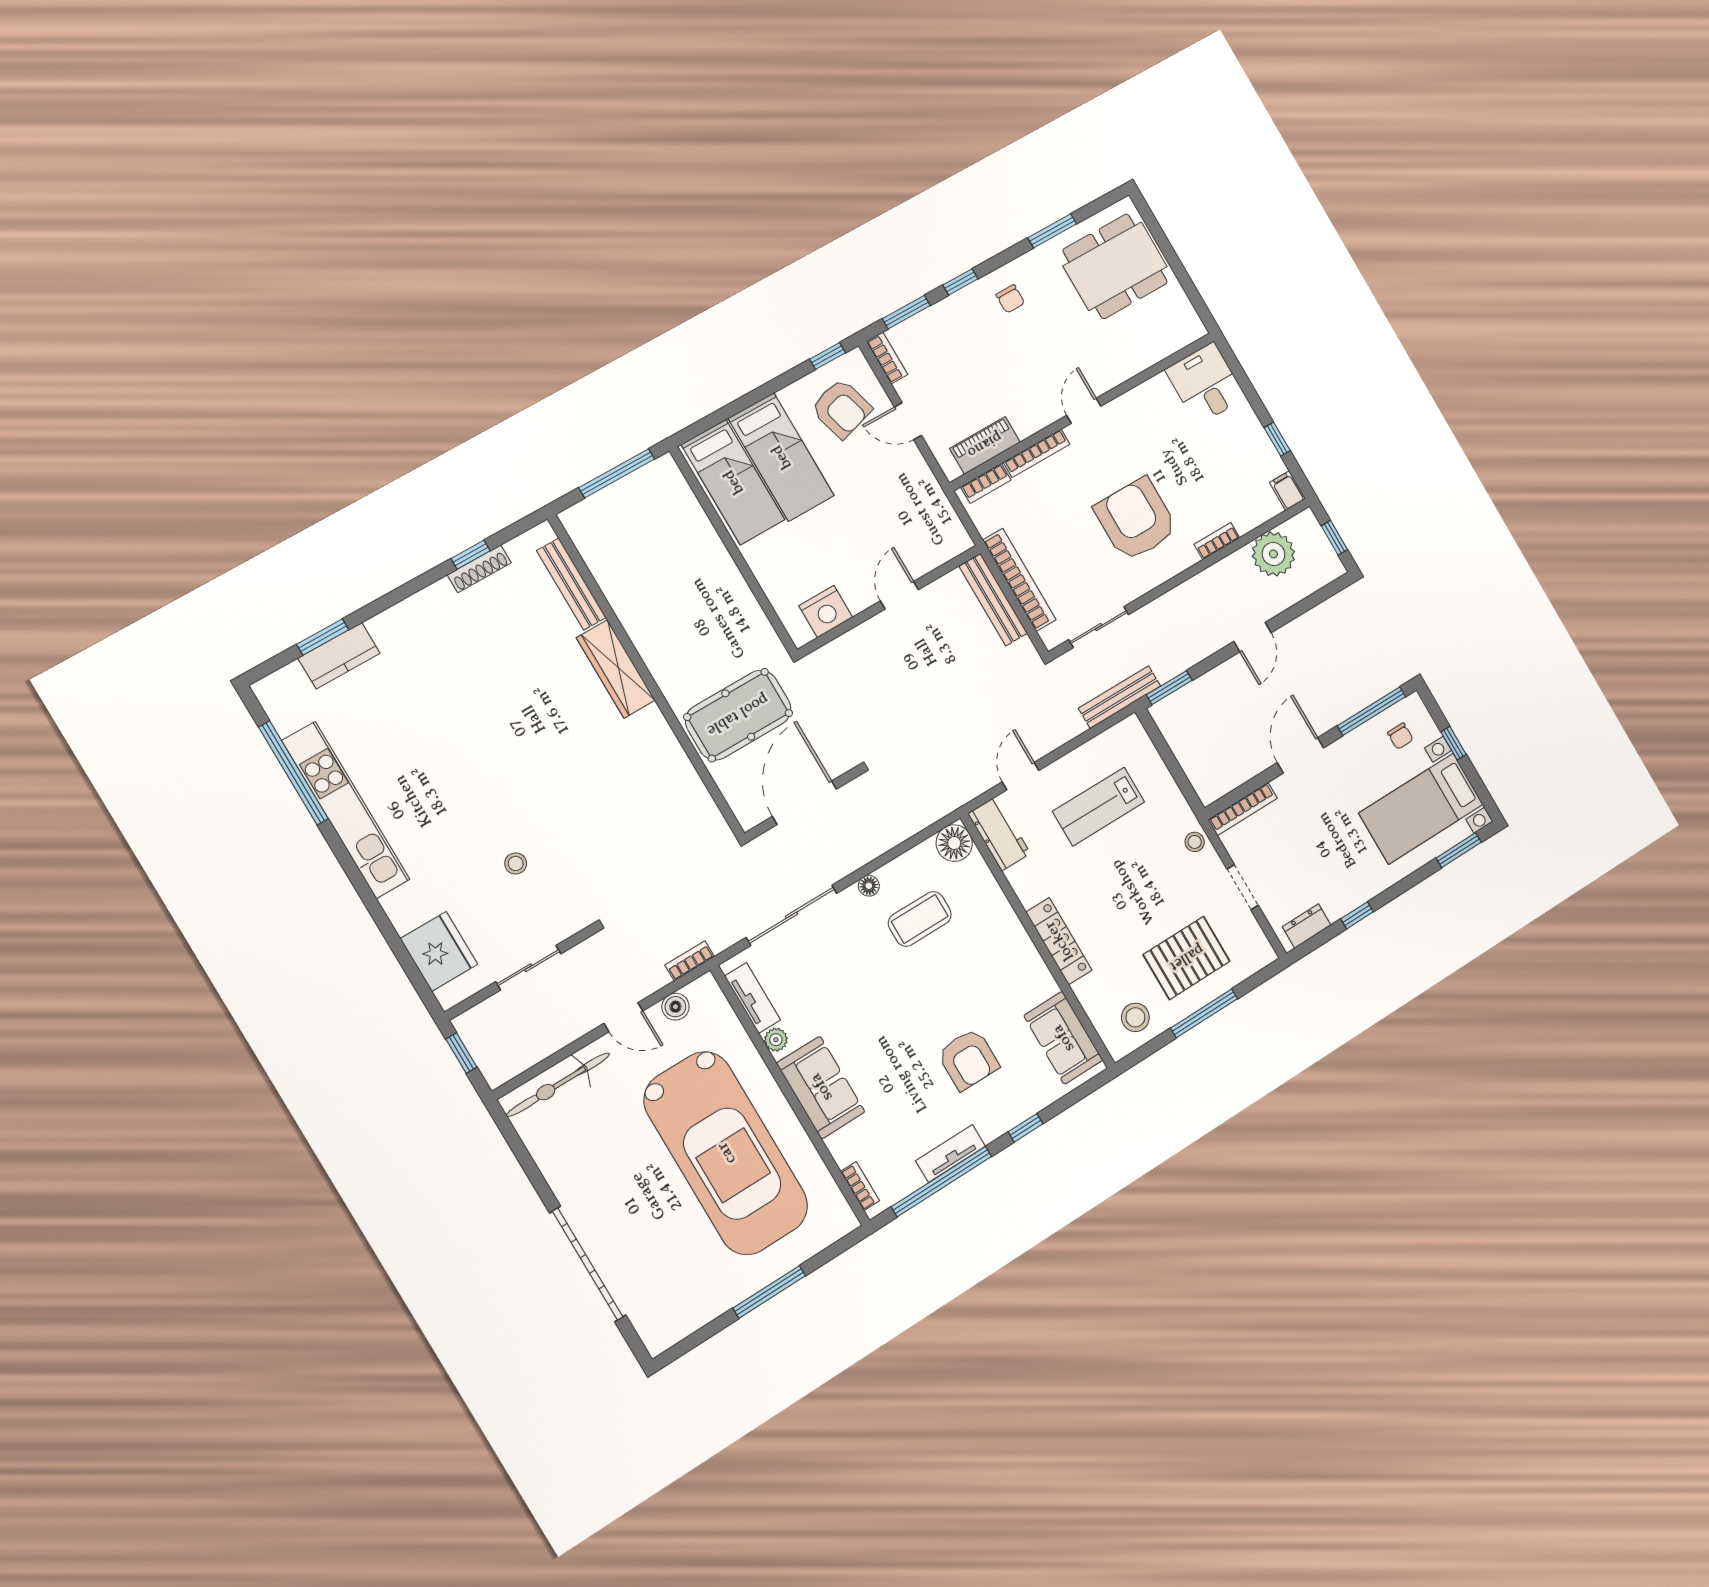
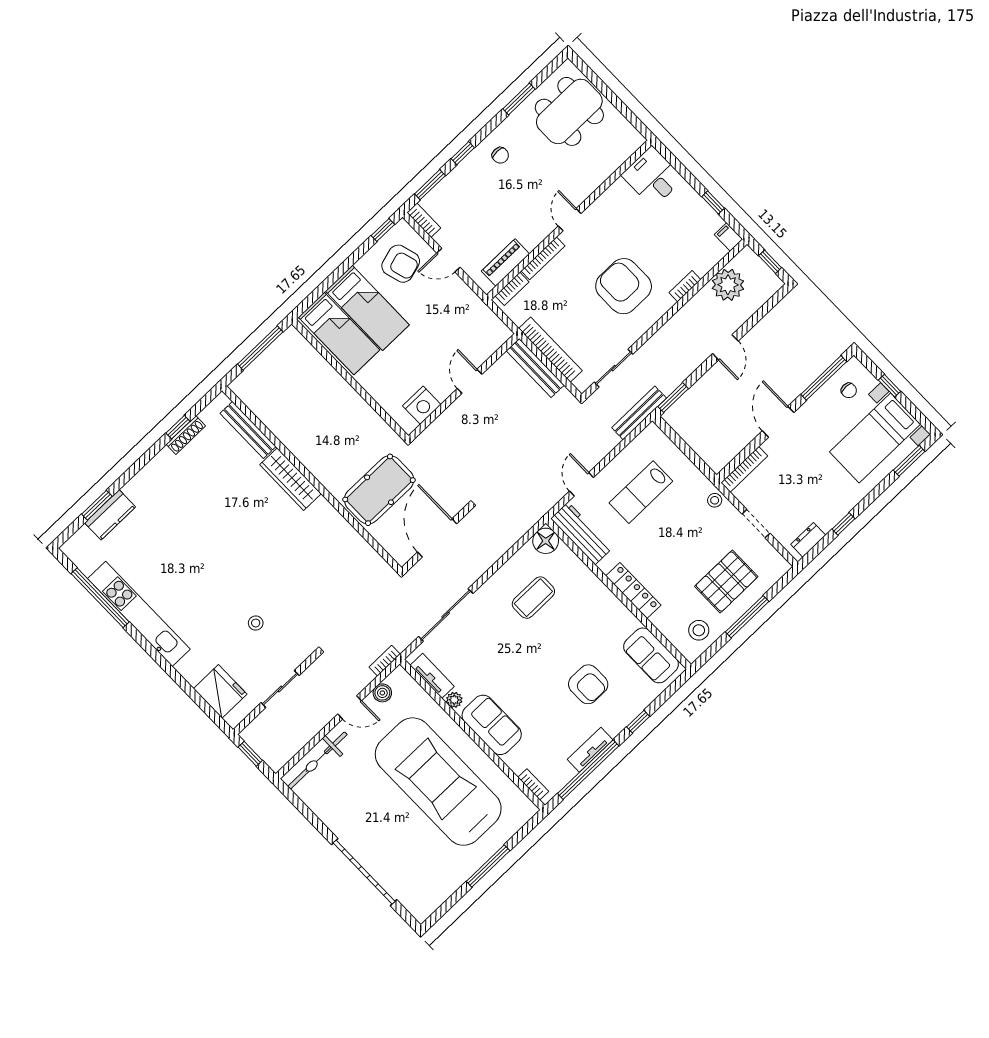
workbench: (999, 833) -> (581, 533), width x1.38
floor lamp: (869, 886) -> (494, 583), removed
car: (726, 1153) -> (438, 782), turned 180

